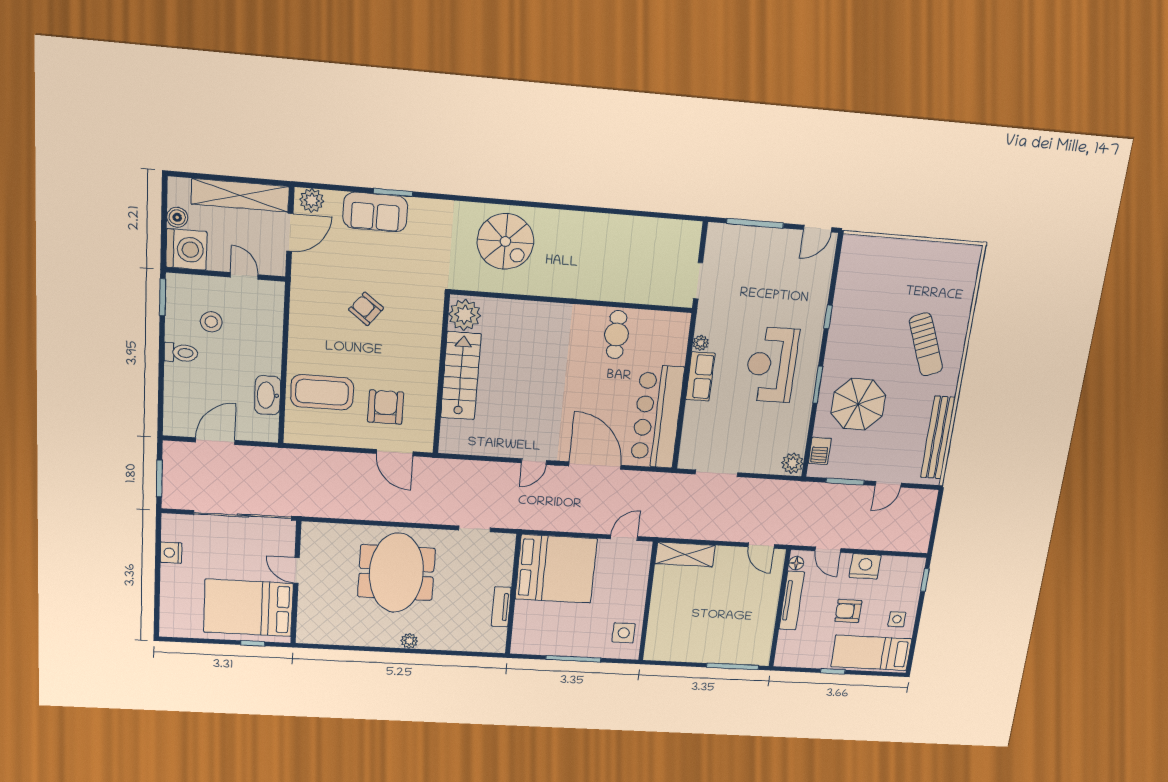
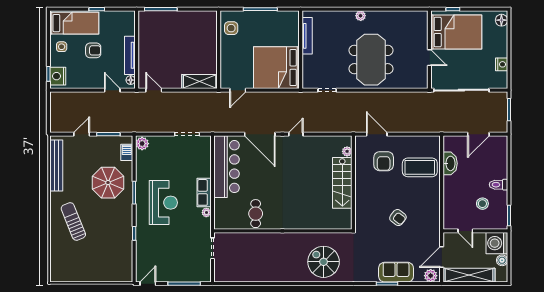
plant: (465, 315) -> (347, 151), moved, width x0.53, depth x0.53
nightstand: (865, 566) -> (58, 76), moved, turned 90
tv unit: (501, 607) -> (307, 36), width x1.41
floor lamp: (170, 622) -> (501, 20), added

